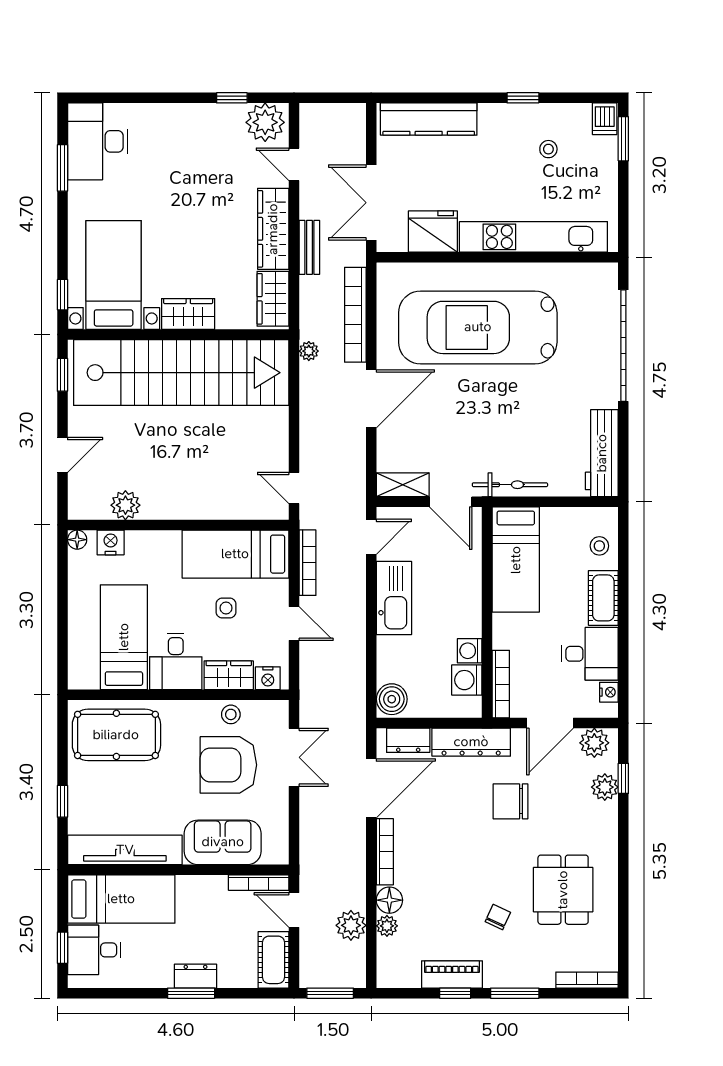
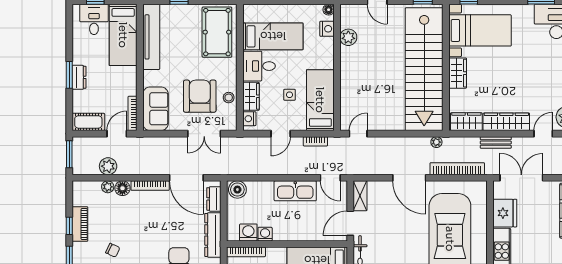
bookcase: (308, 563) -> (315, 141), width x0.64
sofa: (223, 842) -> (156, 109), moved

